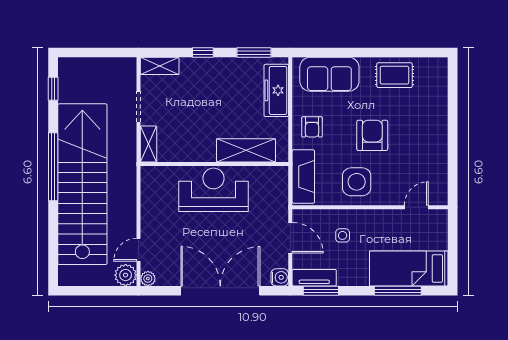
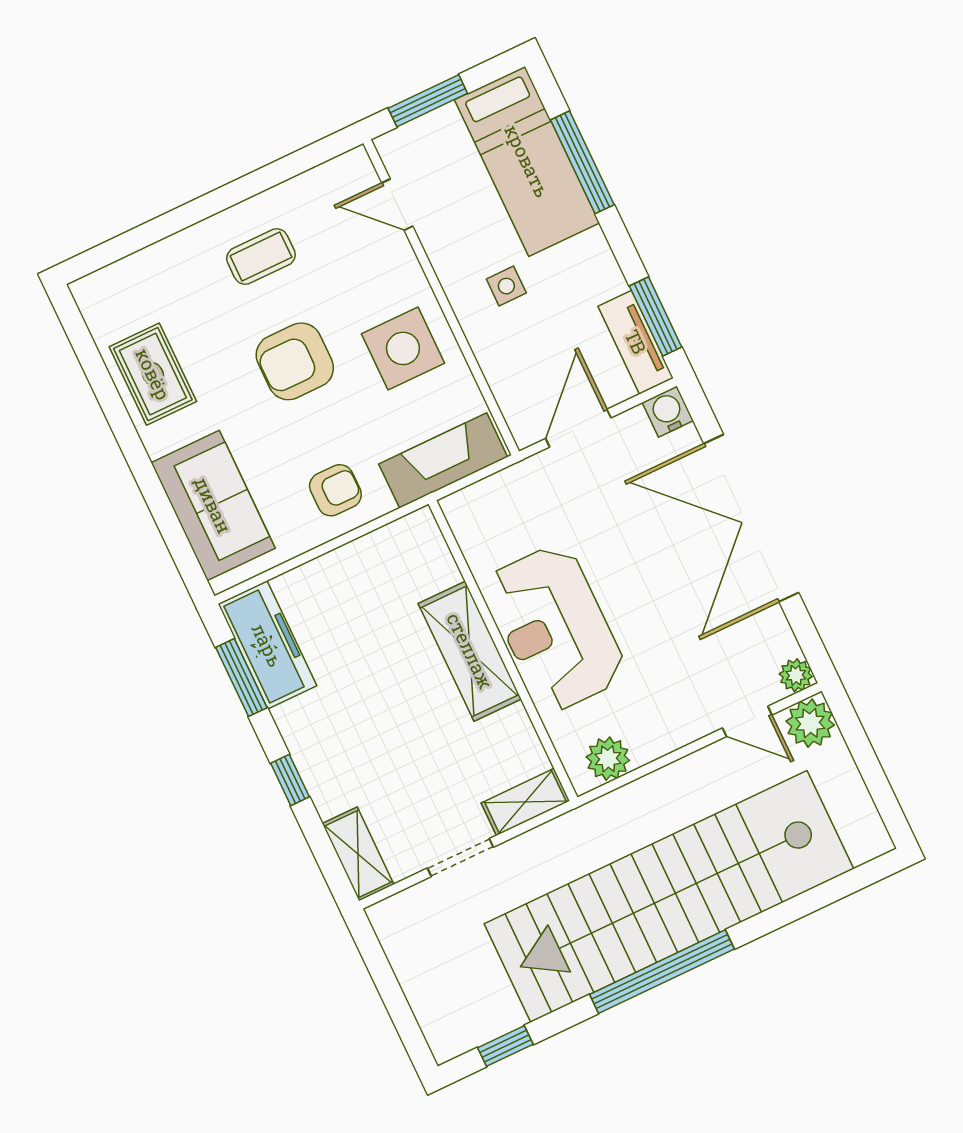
freezer: (276, 90) -> (267, 645), moved, turned -90
coffee table: (421, 142) -> (261, 257), added
shelving: (246, 150) -> (470, 651), moved
plant: (150, 186) -> (608, 759), added
side table: (343, 235) -> (506, 286), moved
window: (453, 240) -> (428, 101), added

